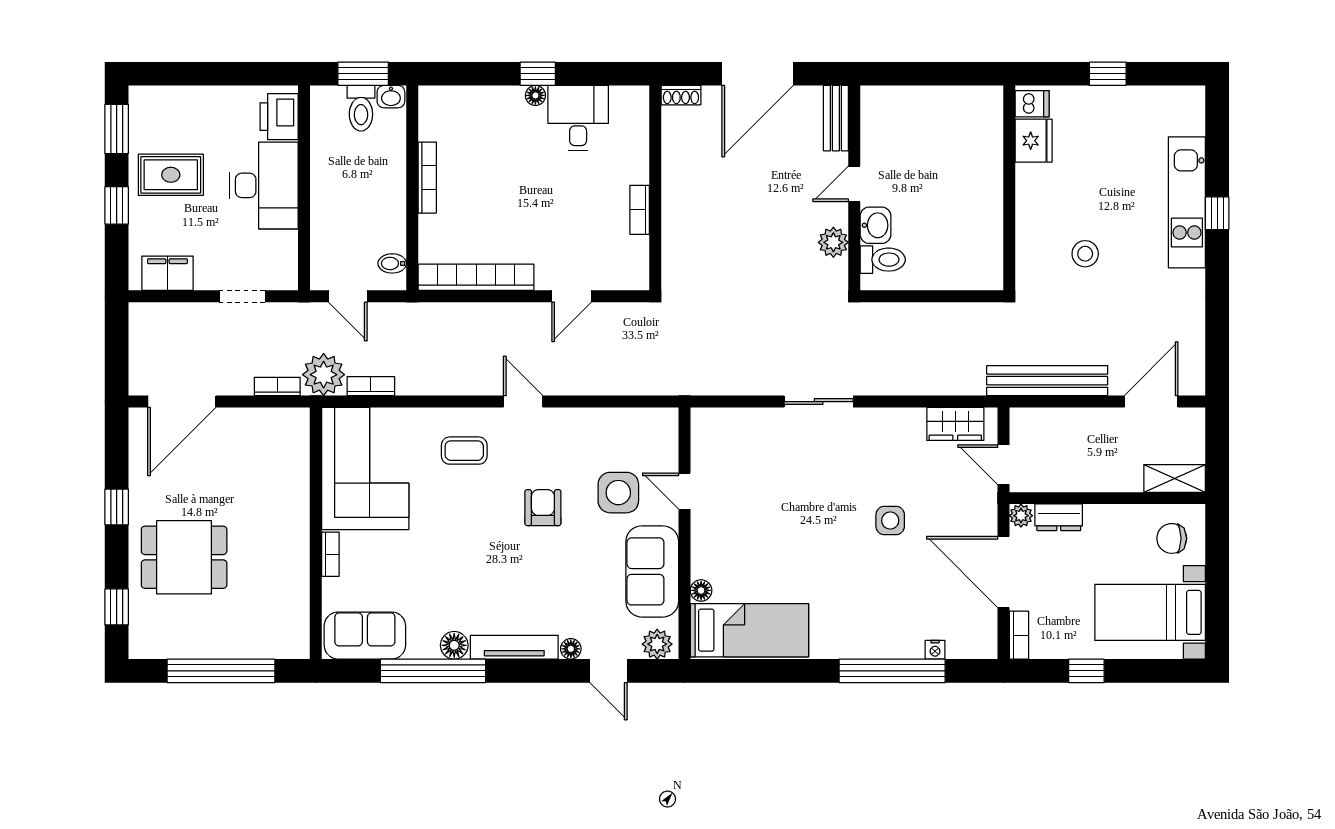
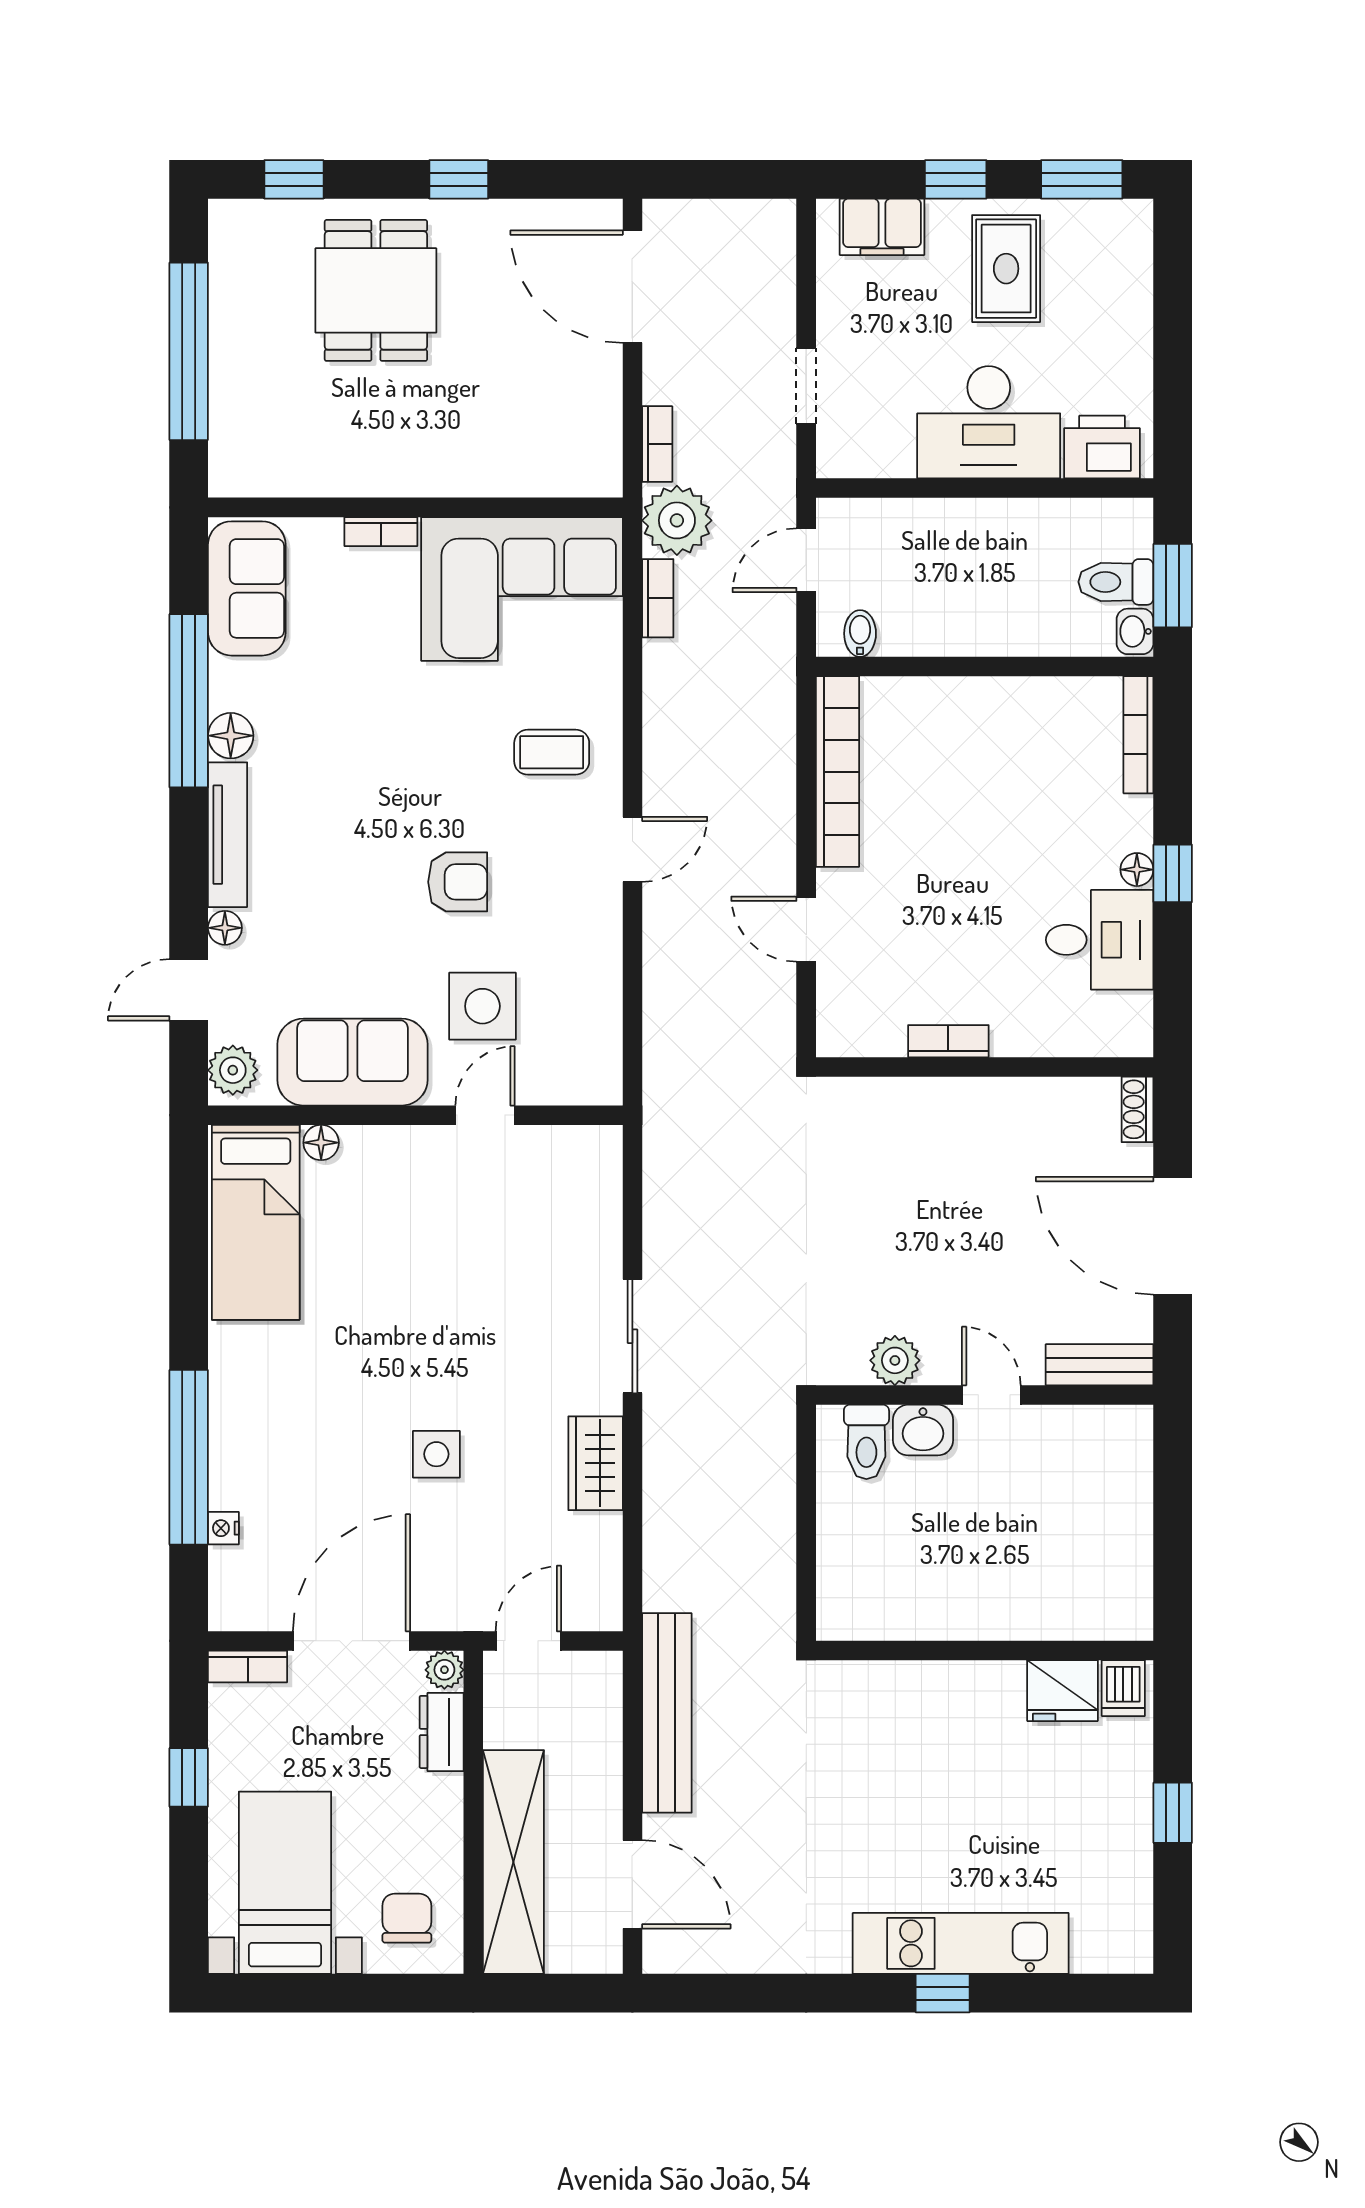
bookcase: (427, 178) -> (1138, 735), moved, turned 90
stool: (1085, 254) -> (876, 1776), removed
filing cabinet: (167, 273) -> (882, 227), moved, turned 90
wardrobe: (955, 424) -> (596, 1463), moved
coffee table: (464, 451) -> (552, 752), turned 90
shelving: (1175, 478) -> (513, 1862), width x2.20, depth x1.33

